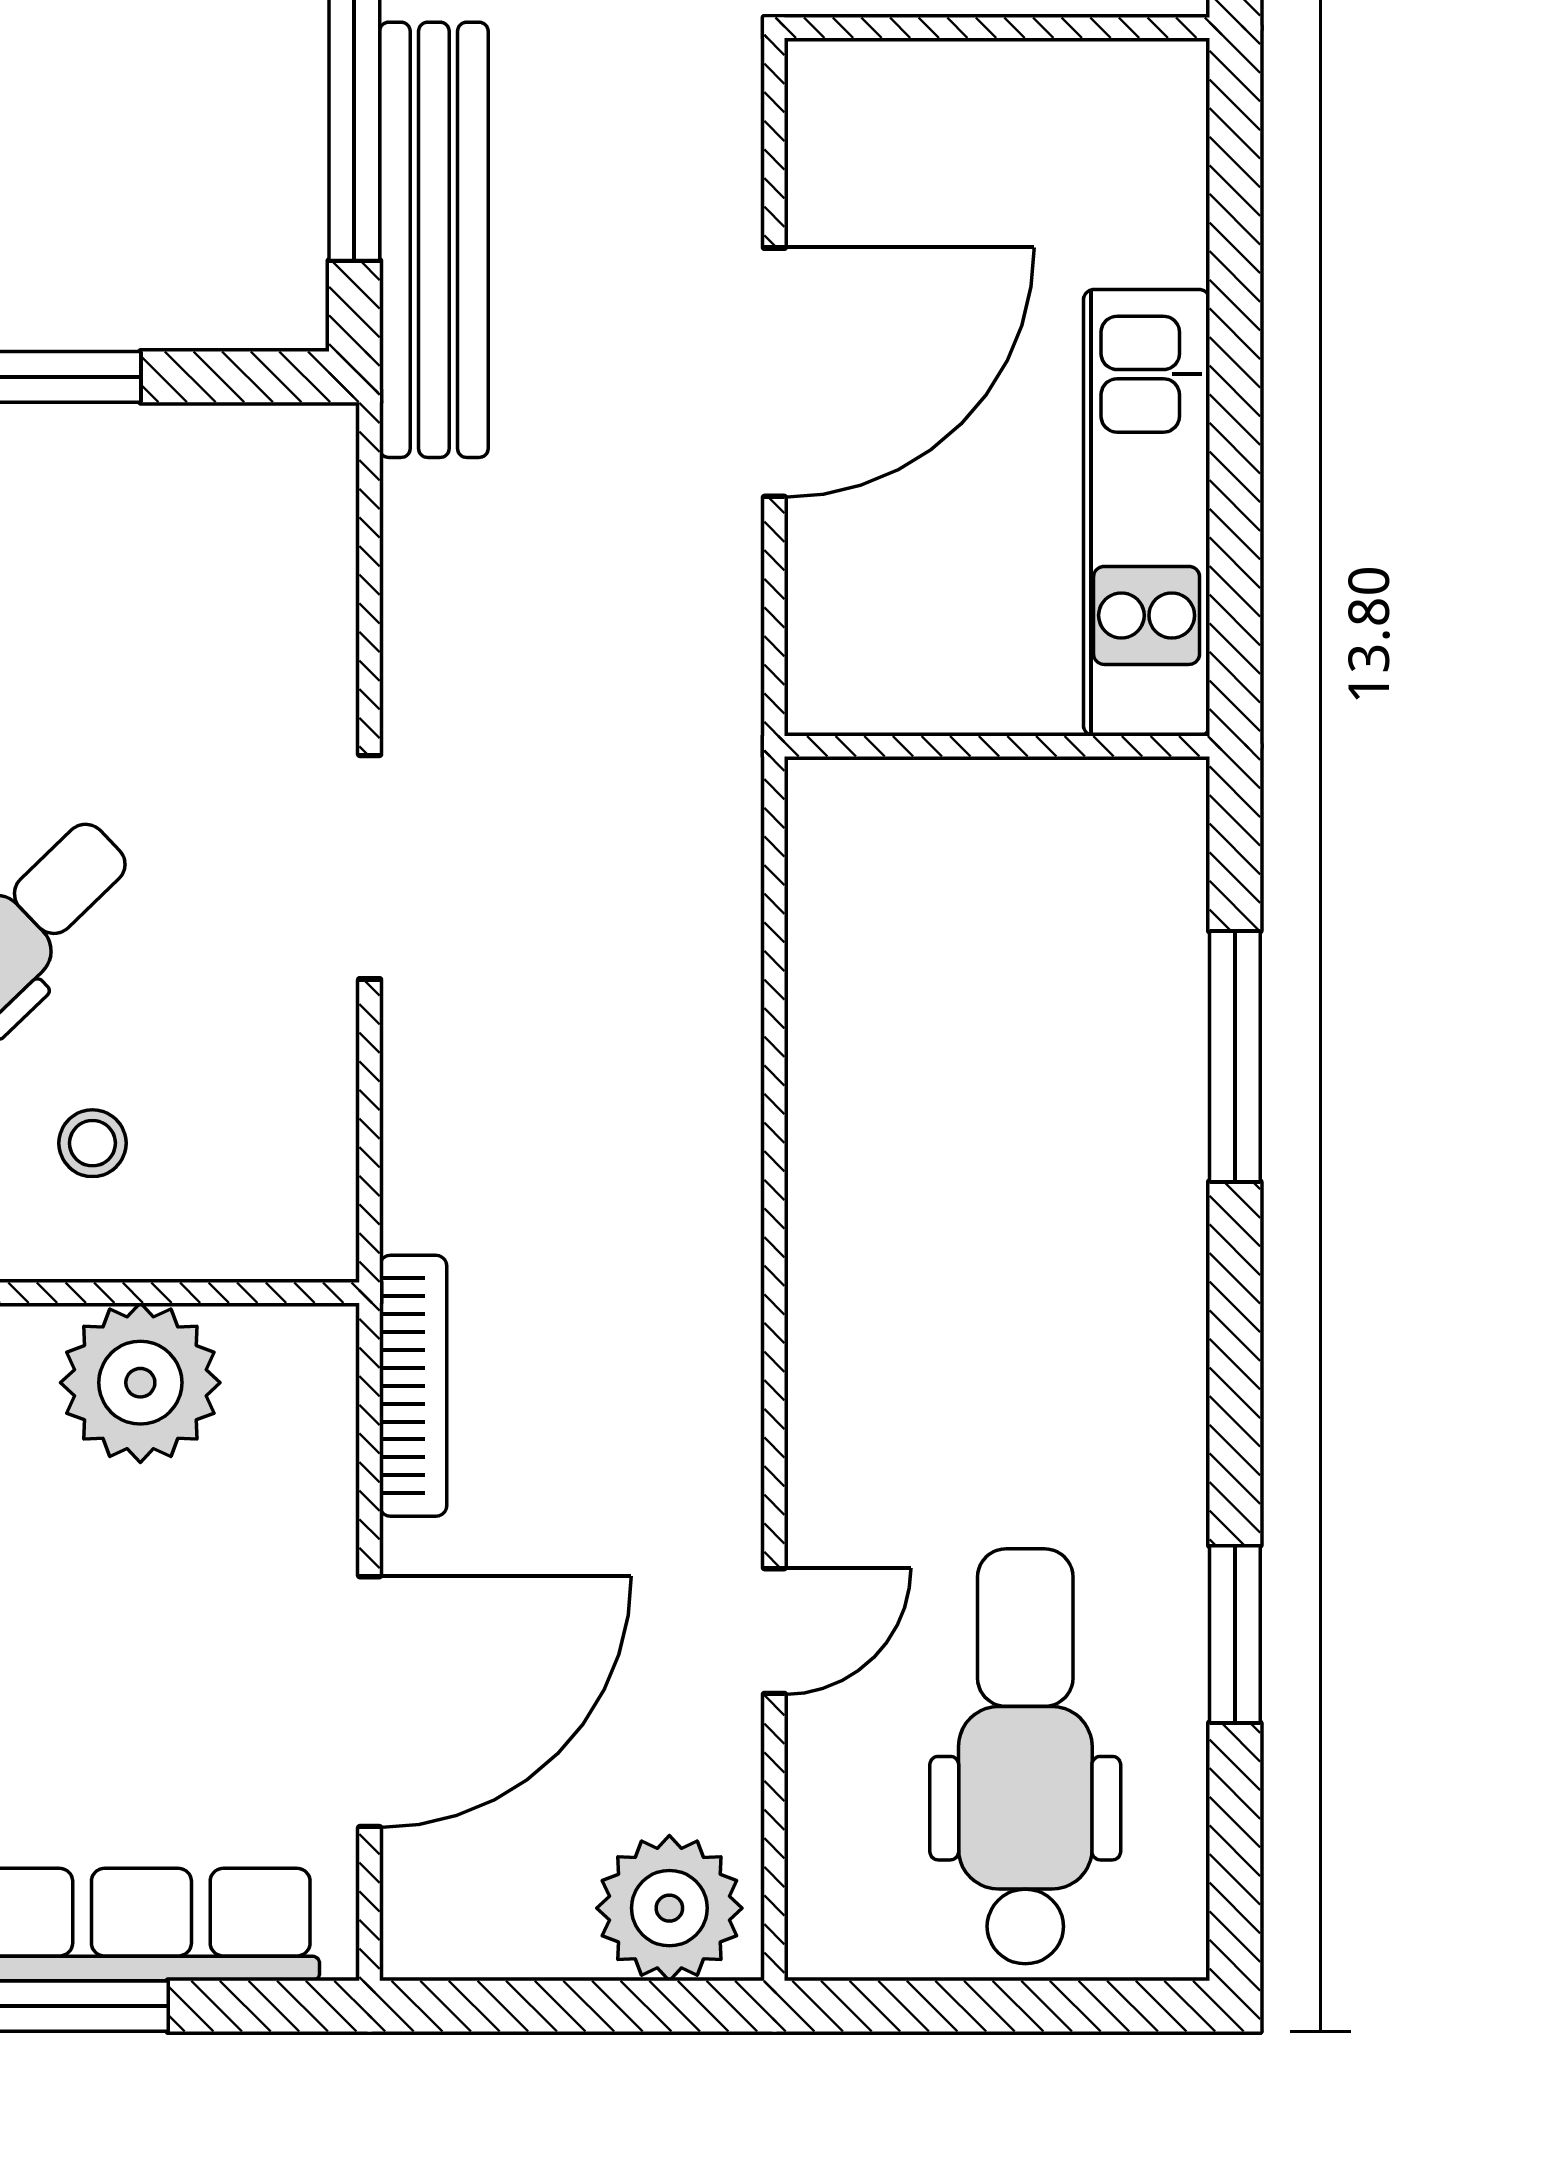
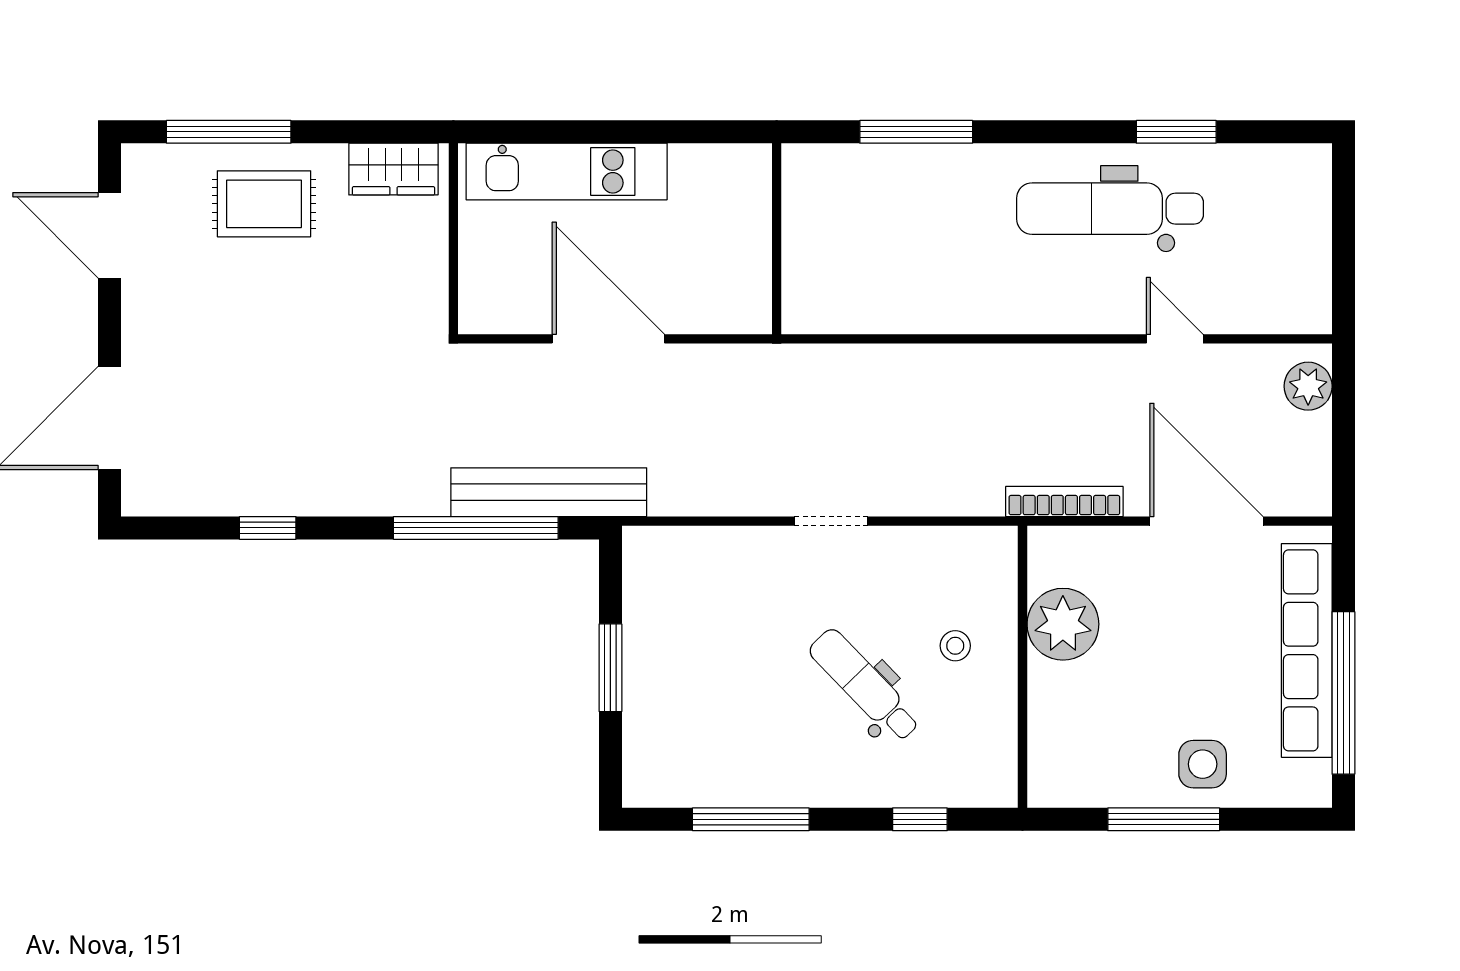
kitchen unit: (1147, 513) -> (567, 171), moved
doorway: (370, 867) -> (831, 521), width x0.73
dental chair: (1025, 1756) -> (1110, 209), moved
plant: (669, 1908) -> (1308, 386), width x0.73, depth x0.73

